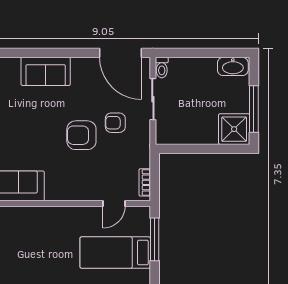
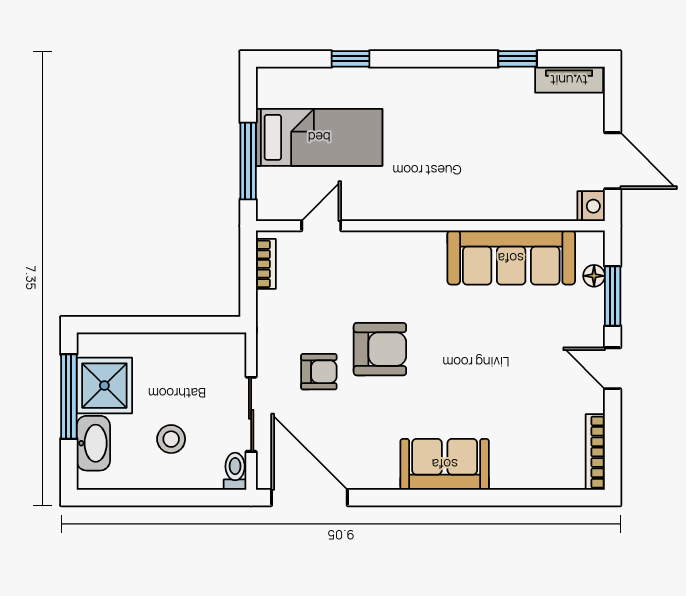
washbasin: (233, 66) -> (93, 443), moved, turned 90
stool: (197, 85) -> (171, 439), added
shower: (234, 129) -> (104, 386), moved

